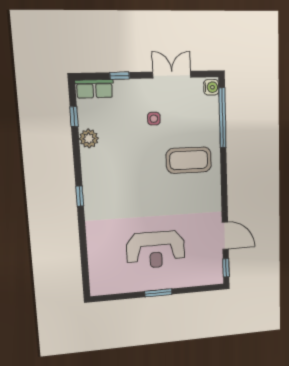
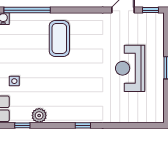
side table: (154, 119) -> (14, 81), moved
reception desk: (156, 250) -> (130, 68), turned 180

